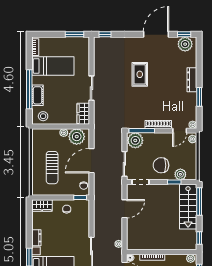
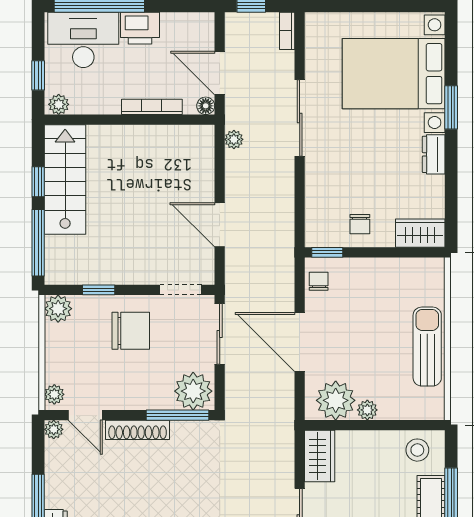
door: (180, 131) -> (85, 415), swing flipped
door: (92, 161) -> (300, 342), swing flipped
sun lounger: (52, 168) -> (427, 347), moved
plant: (180, 174) -> (58, 309), moved
stairs: (188, 207) -> (65, 180), moved
door: (124, 209) -> (220, 225), hinge flipped
window: (199, 238) -> (38, 182), moved

